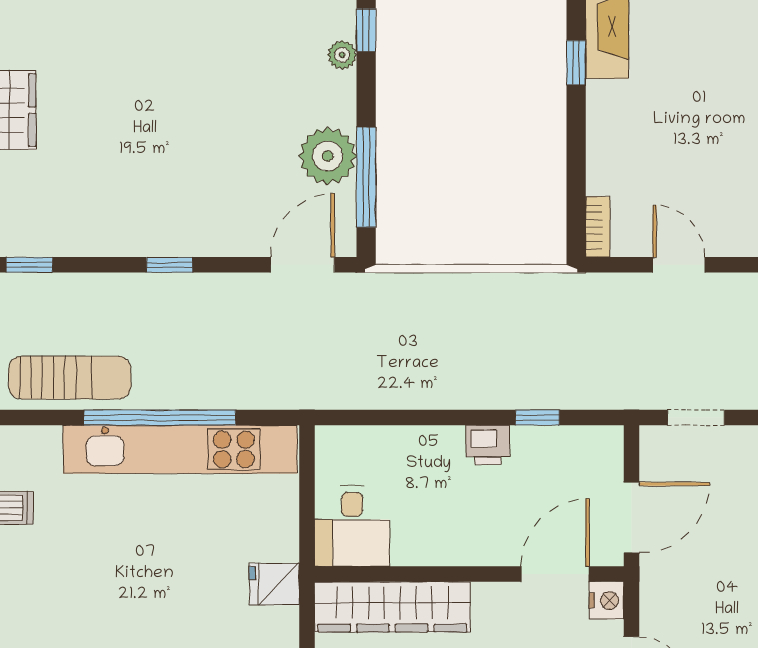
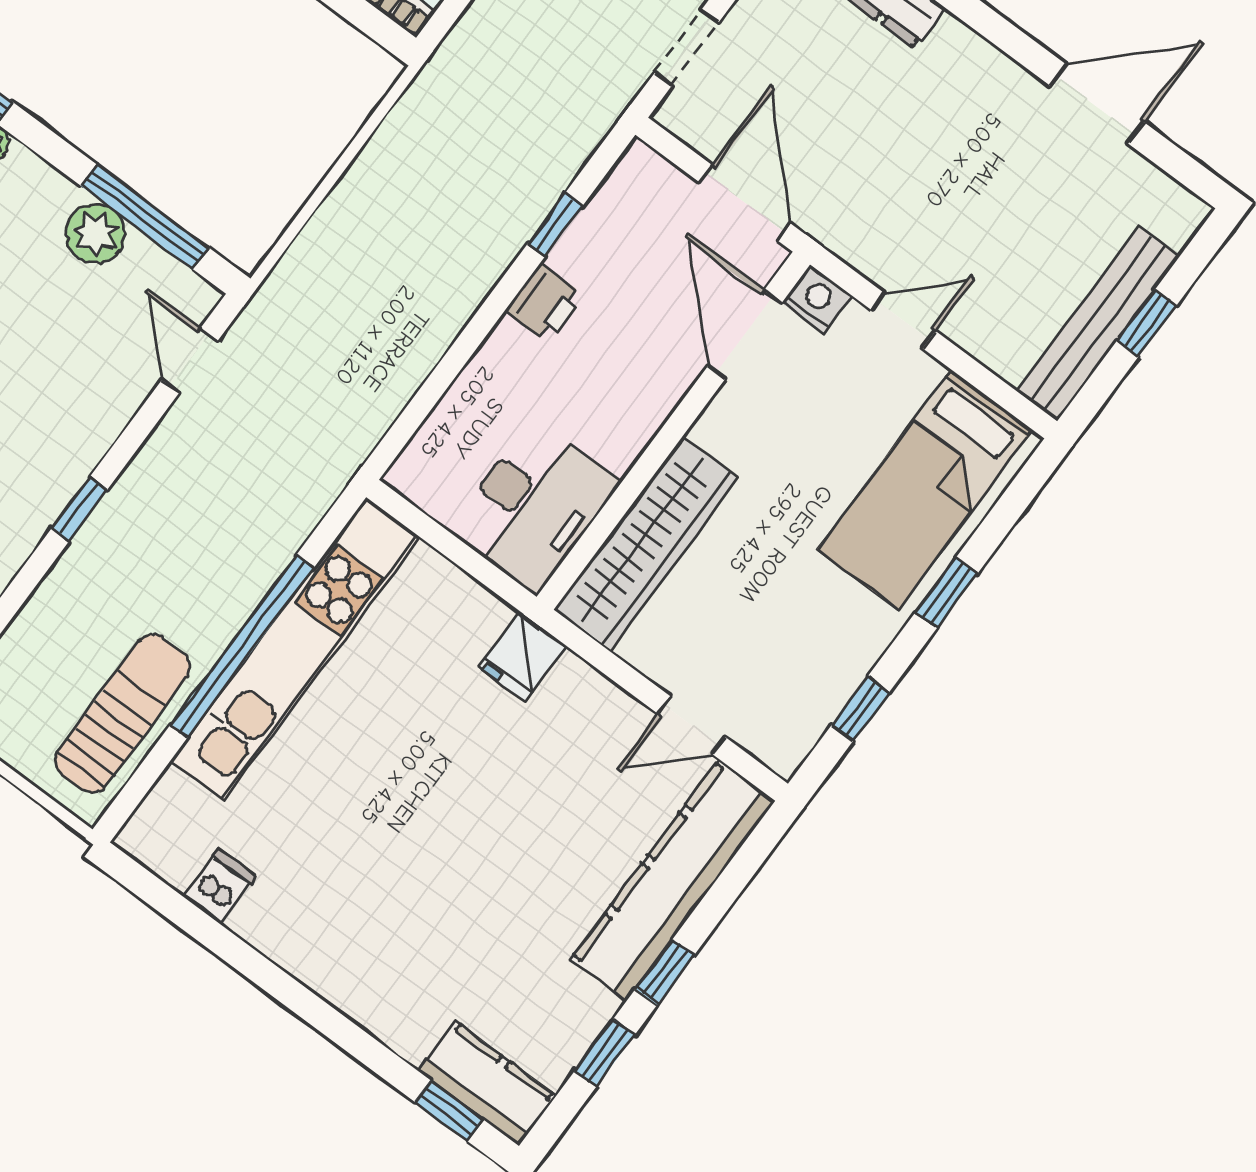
plant: (328, 156) -> (95, 233), width x0.73, depth x0.73
door: (303, 265) -> (190, 360), width x0.73
desk: (352, 526) -> (534, 506), width x1.37

